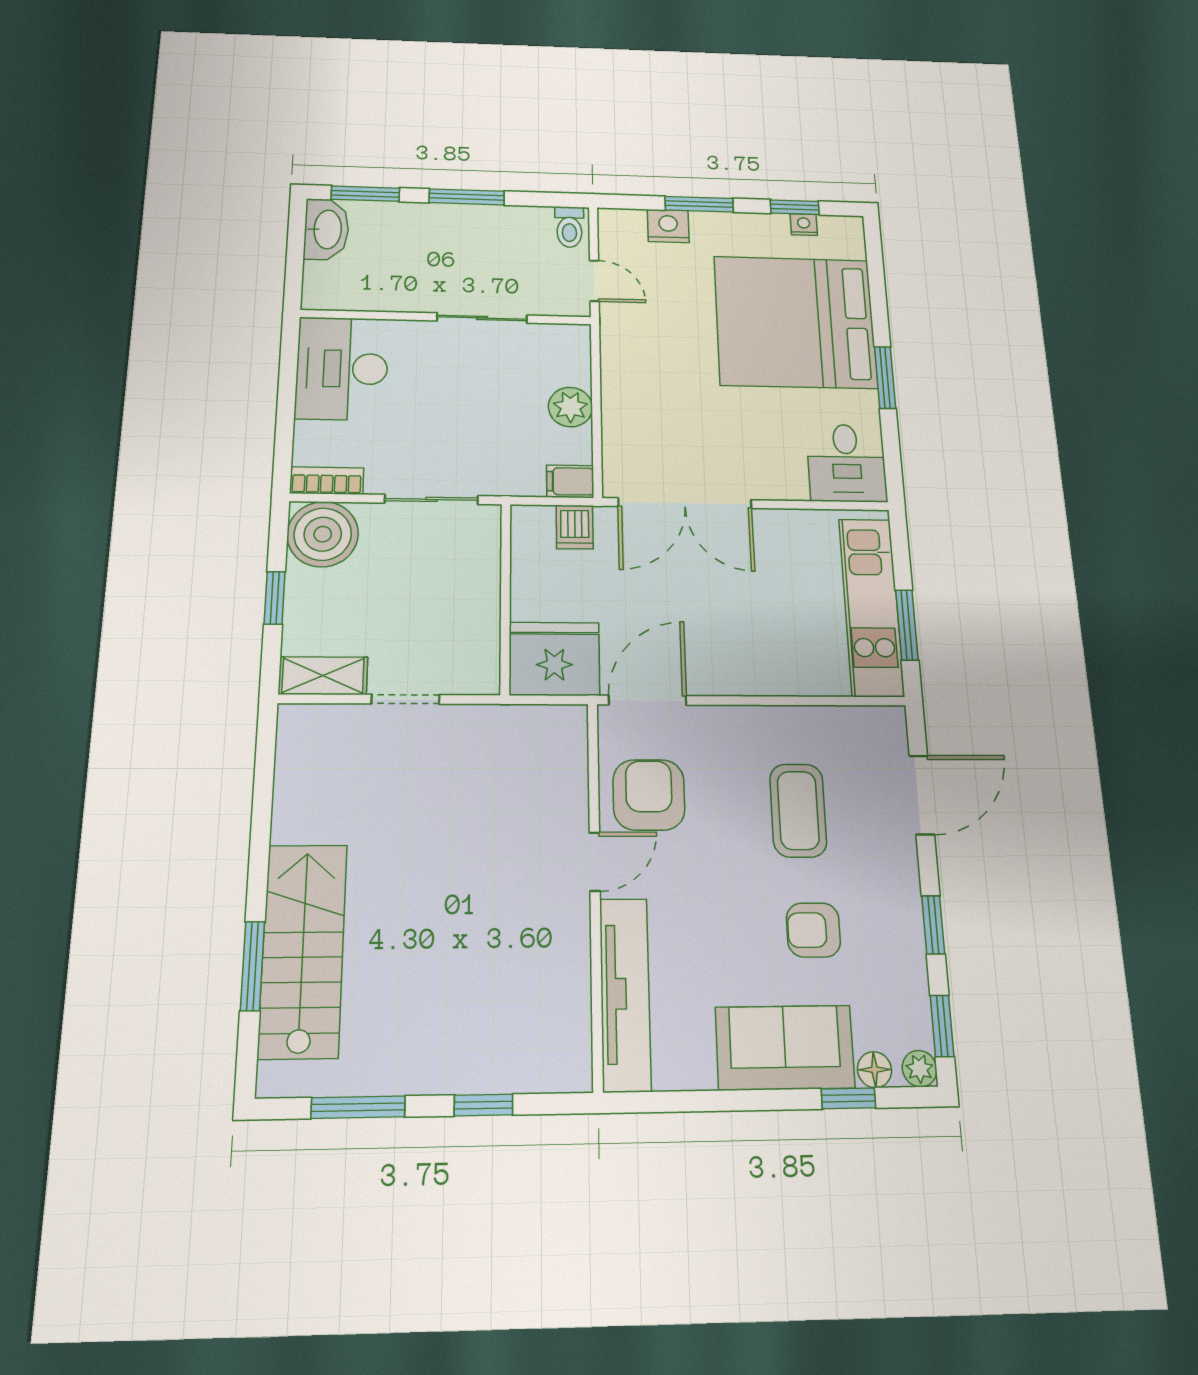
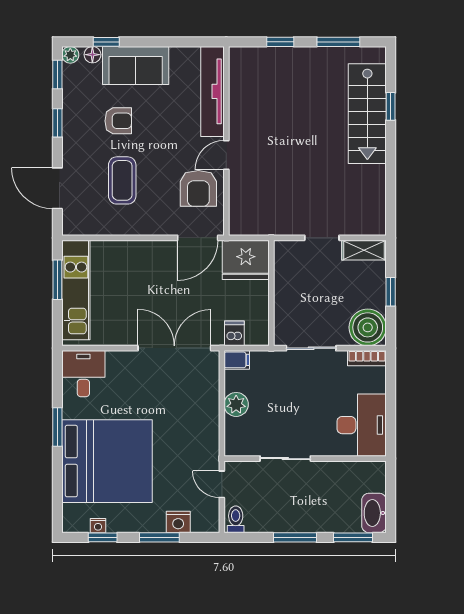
door: (922, 795) -> (57, 188), hinge flipped
window: (253, 966) -> (391, 106), width x0.67

